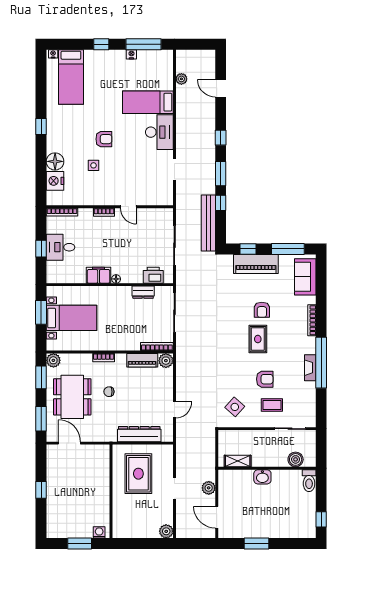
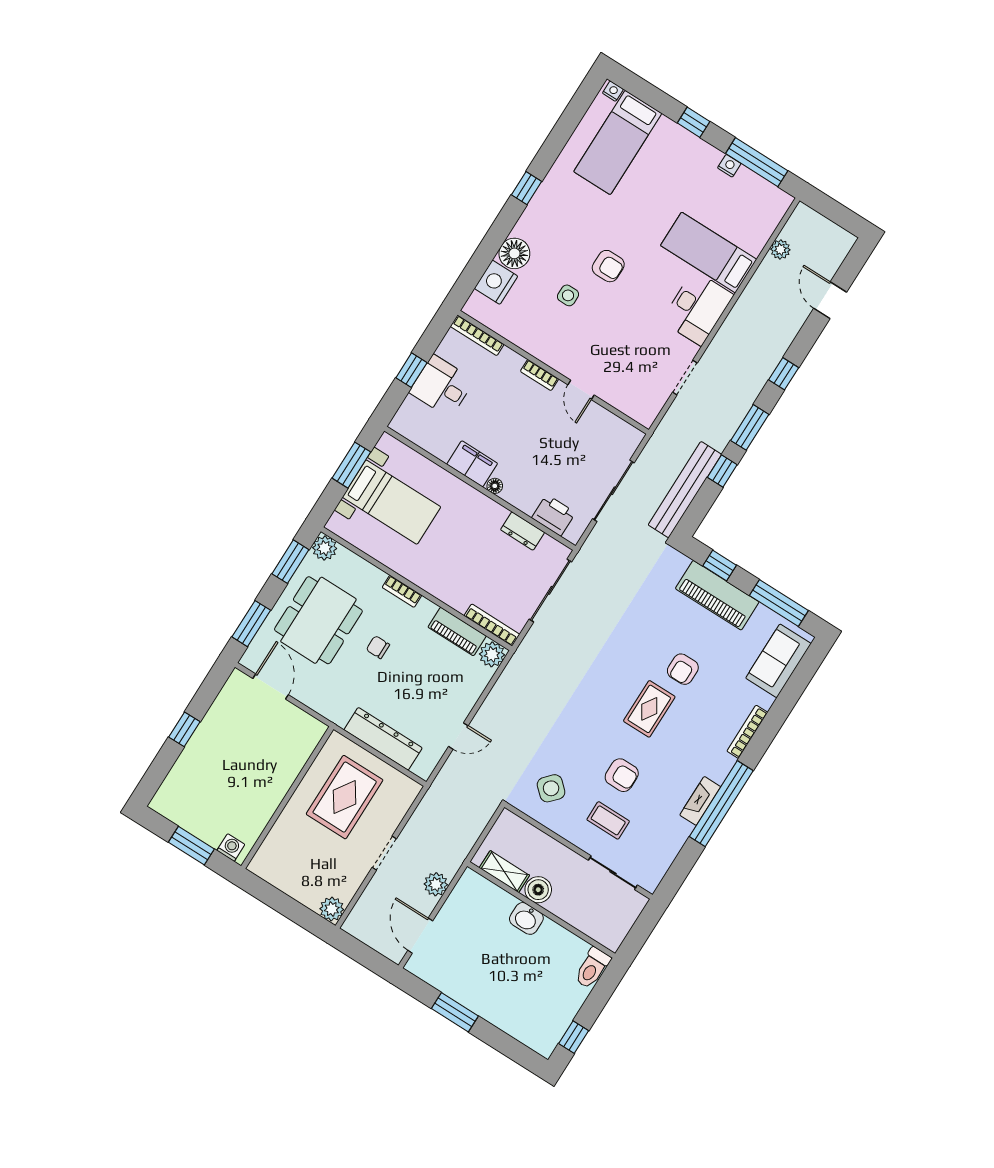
boiler: (296, 459) -> (538, 890), moved

